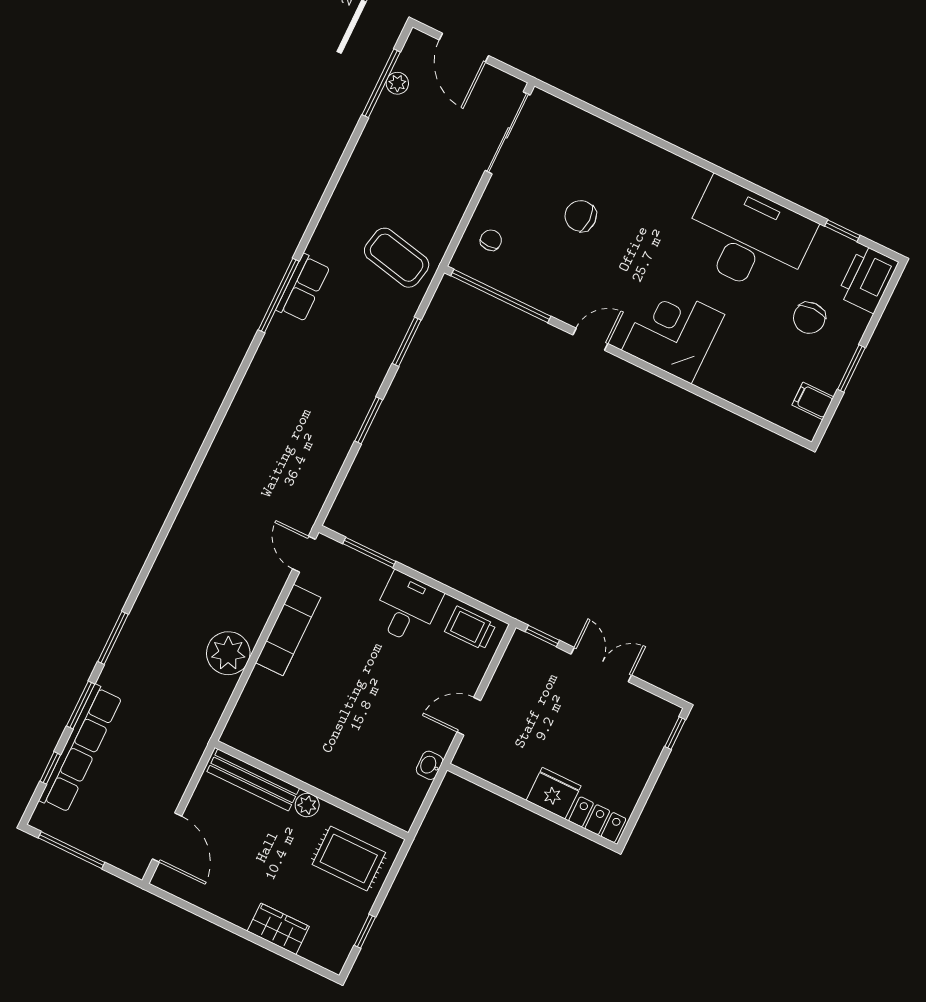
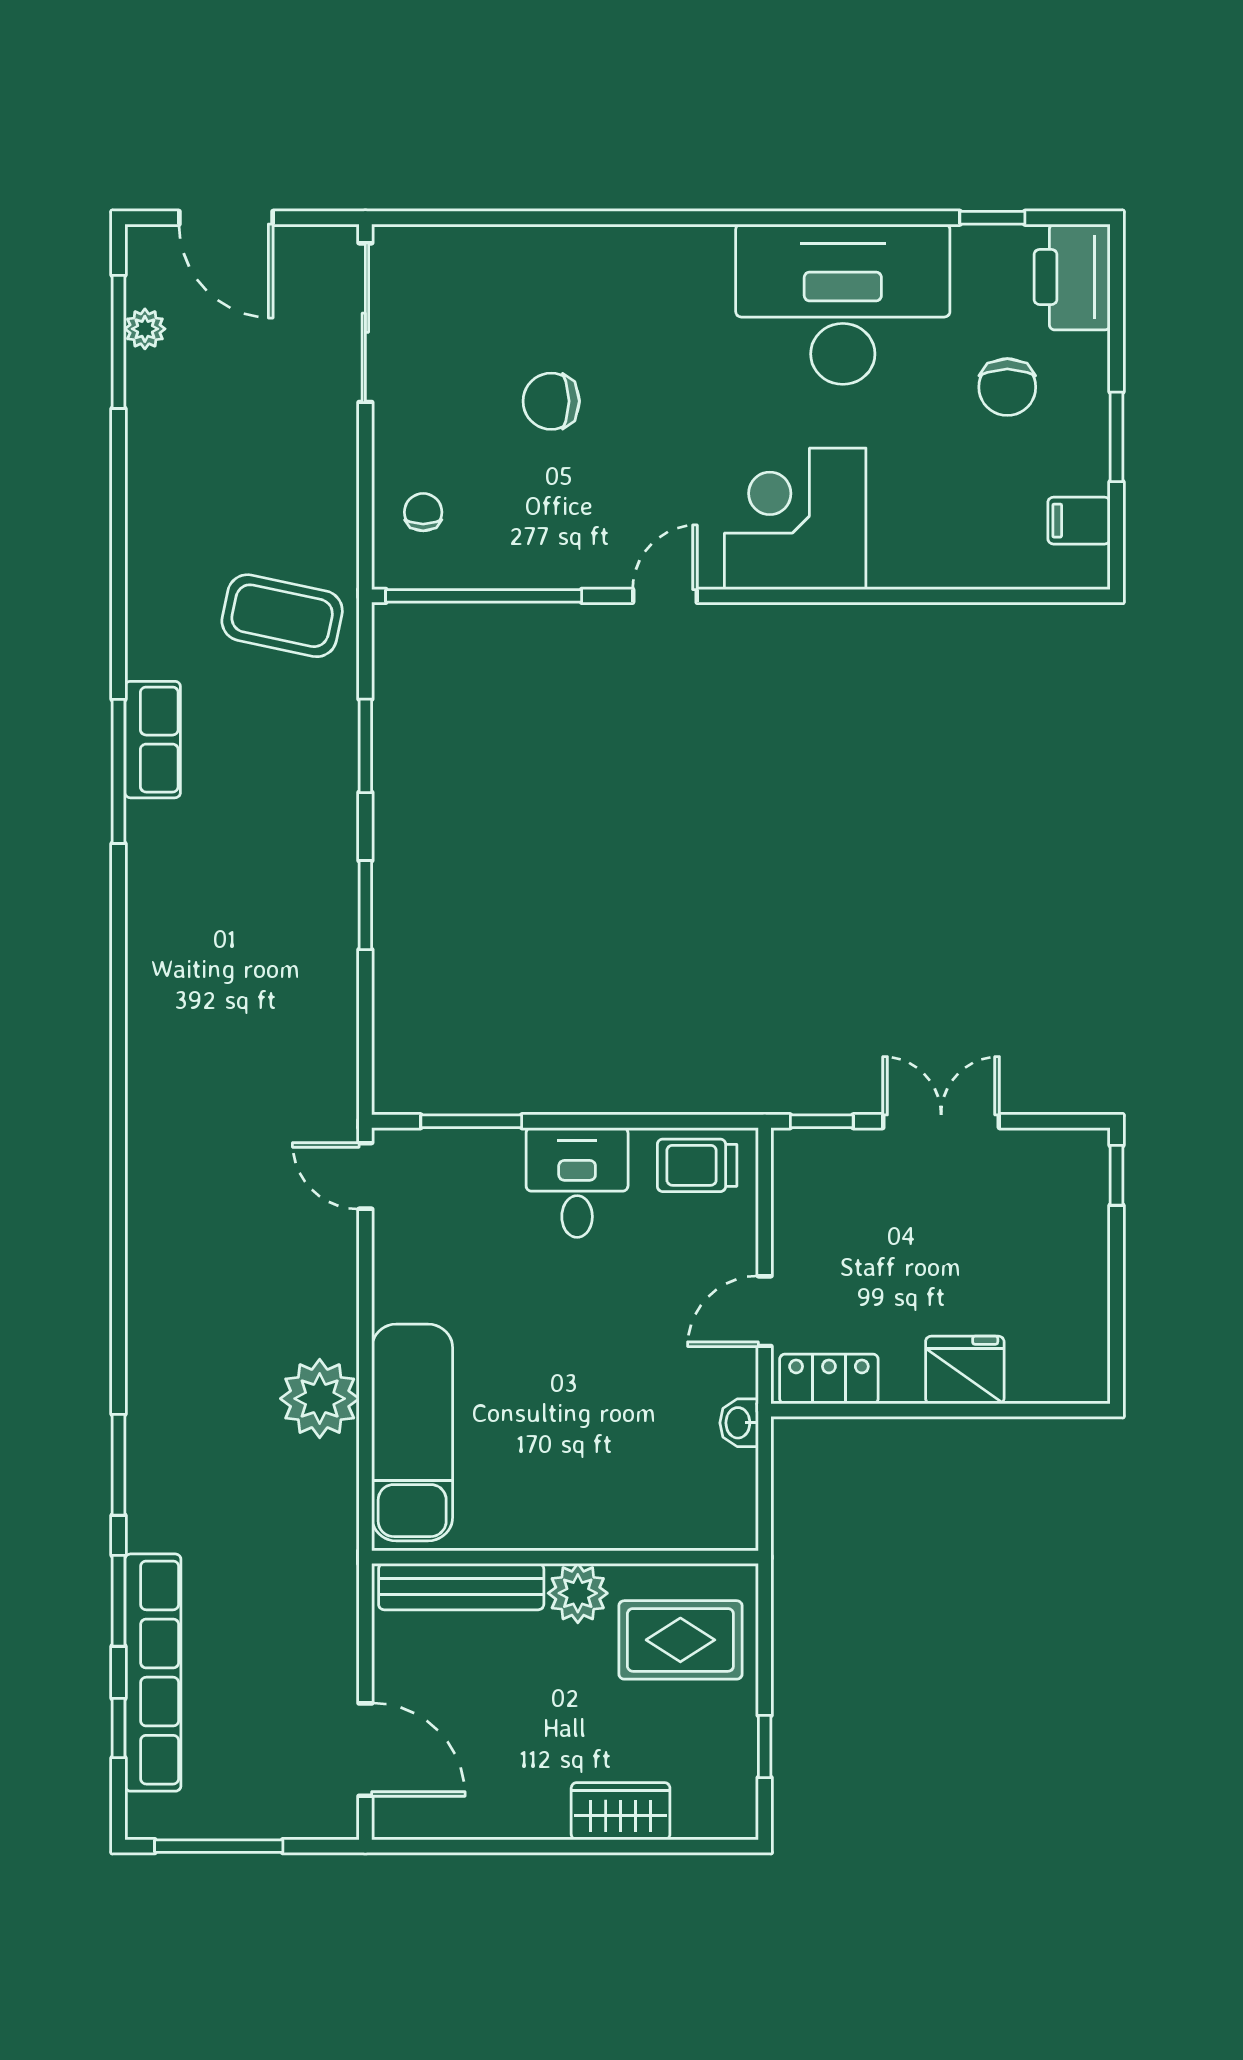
exam couch: (288, 630) -> (412, 1432), moved, width x1.36, depth x1.45
plant: (307, 805) -> (578, 1593), width x1.38, depth x1.38
locker: (597, 820) -> (829, 1379), moved

